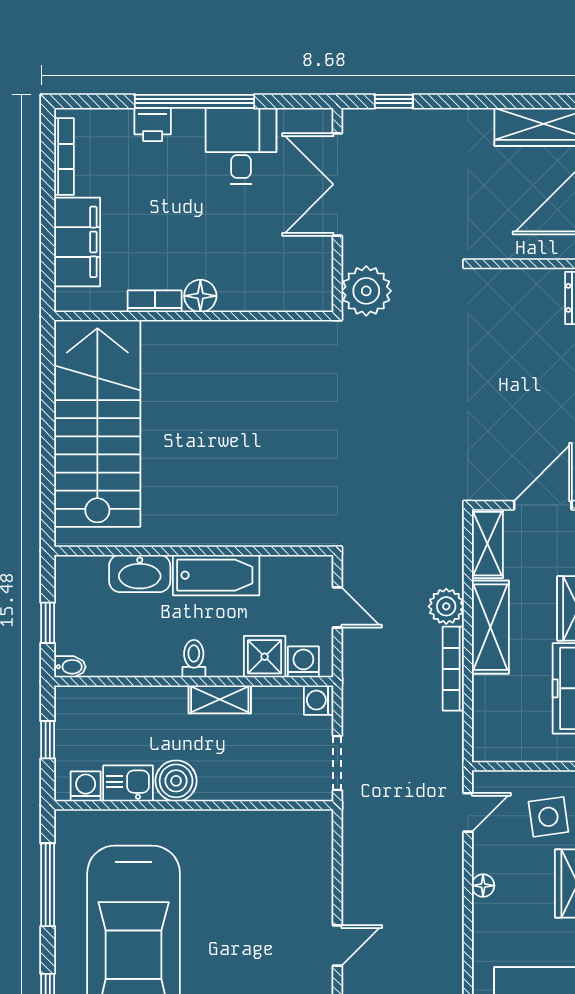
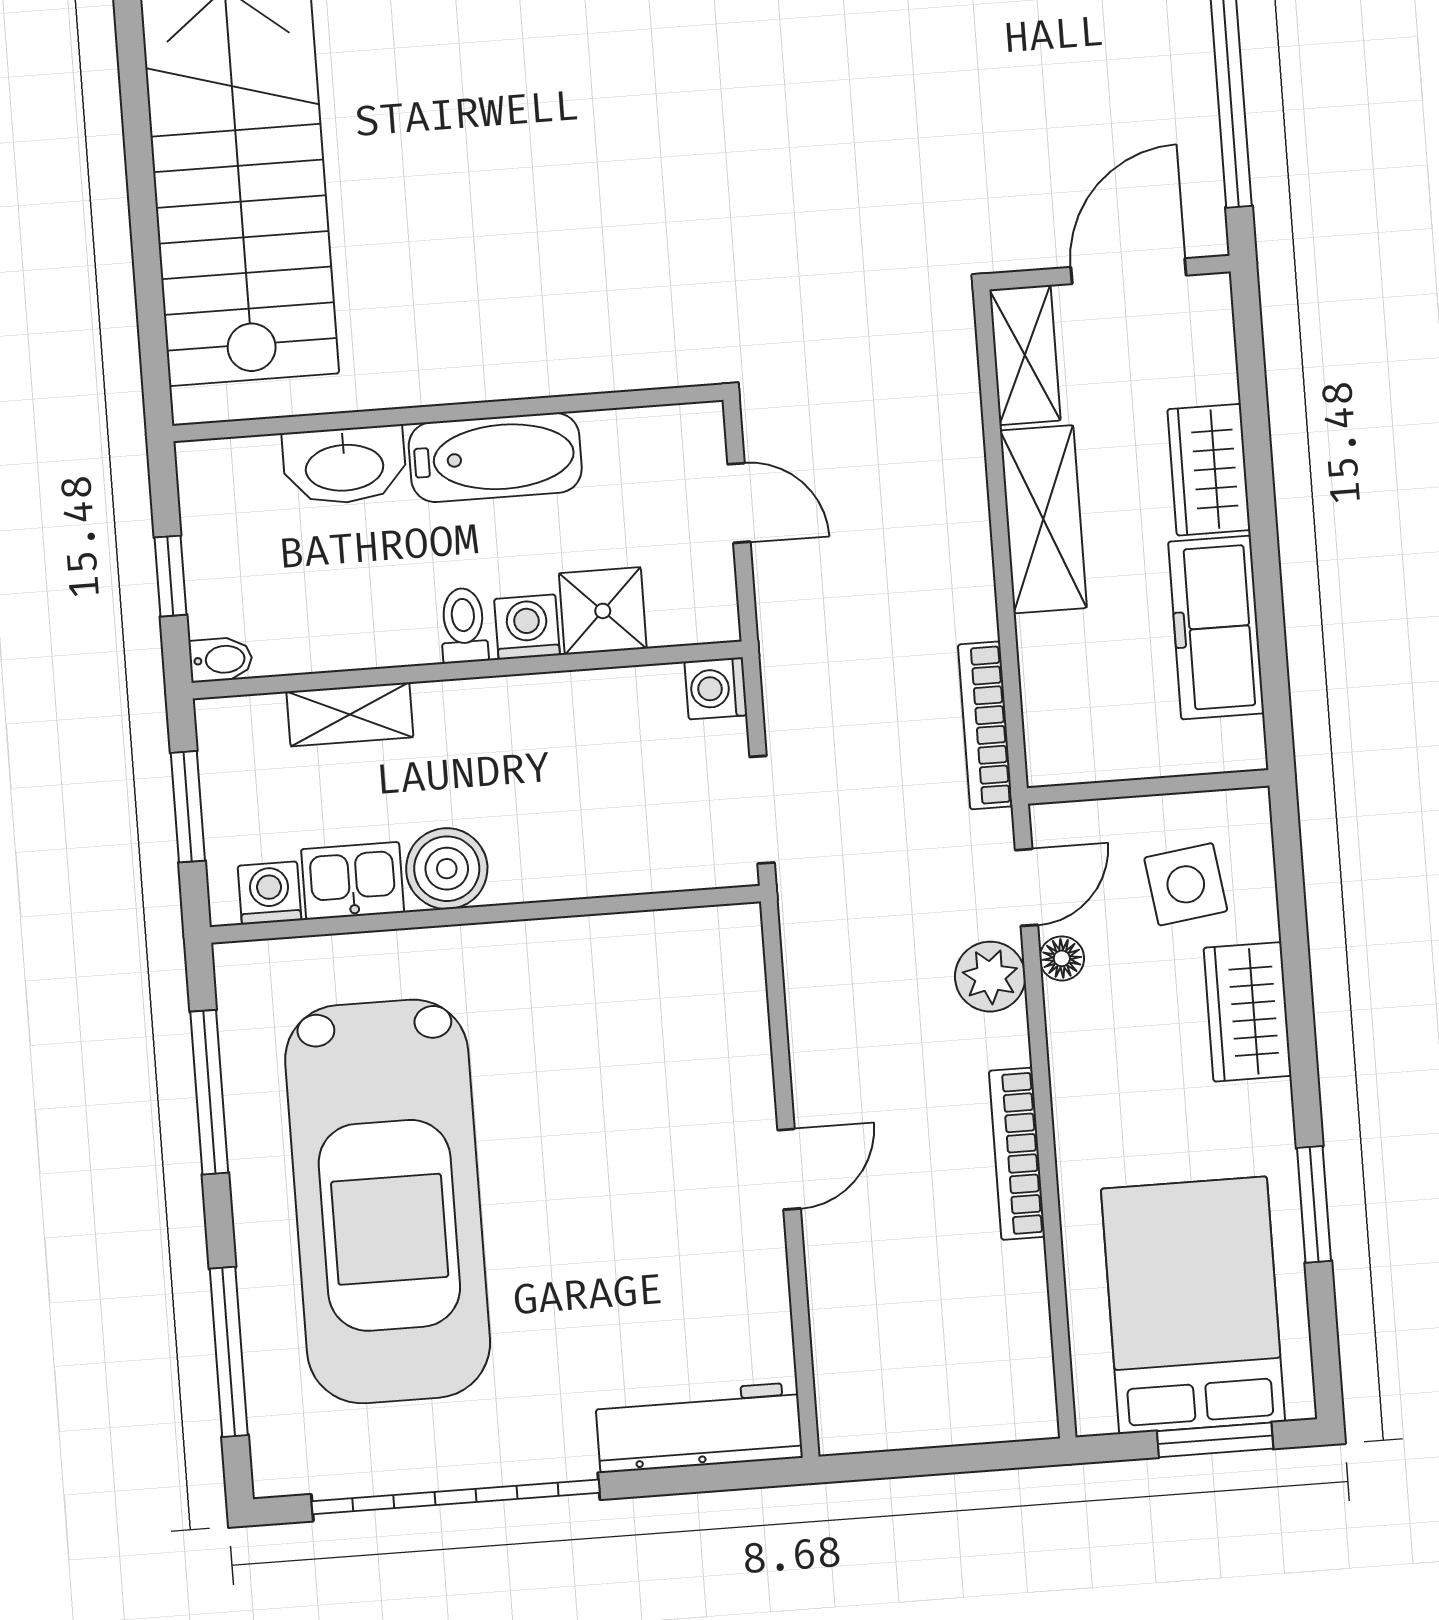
plant: (446, 606) -> (990, 977), moved
washing machine: (303, 662) -> (527, 627), moved
bookcase: (453, 669) -> (985, 725), moved
shelving: (220, 699) -> (350, 714), moved
window: (48, 740) -> (188, 807), width x1.50
floor lamp: (483, 886) -> (1062, 958), moved
bookcase: (453, 946) -> (1017, 1154), added

